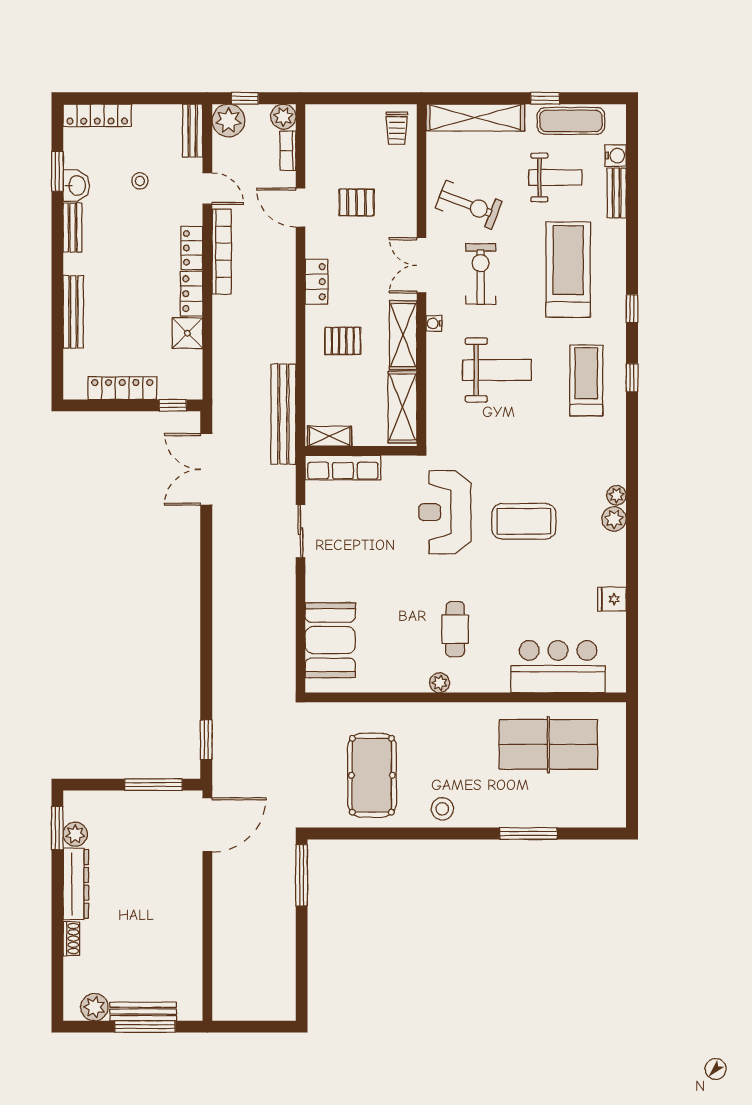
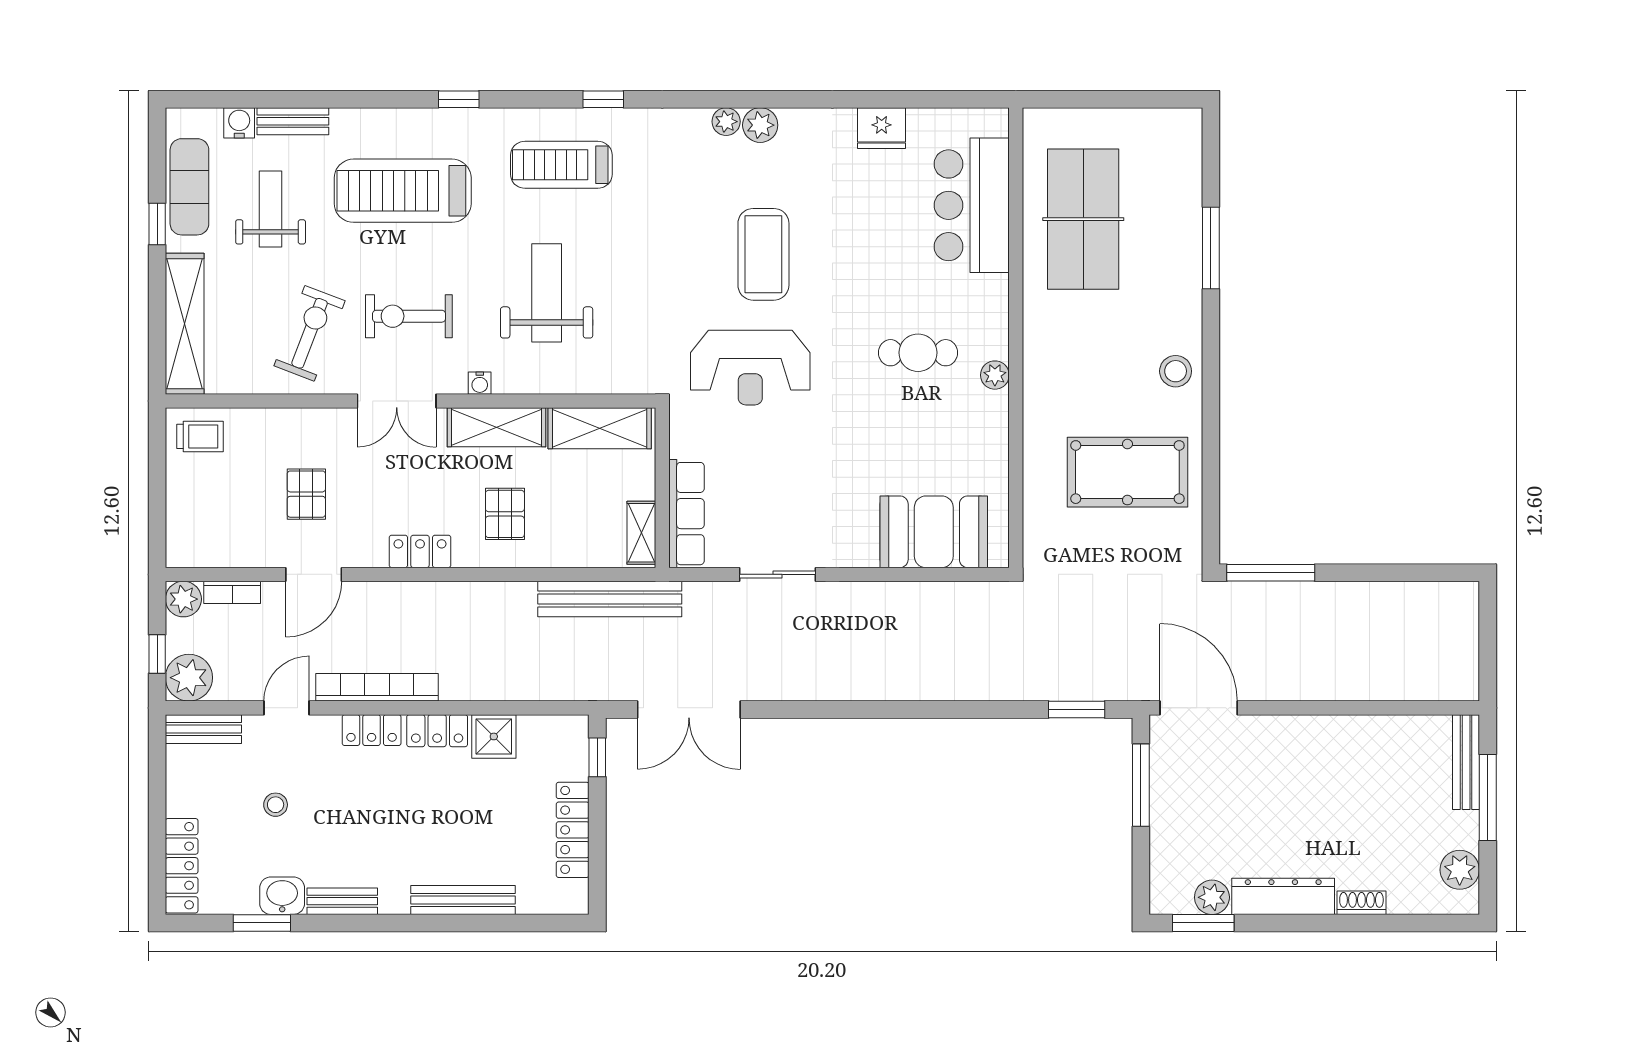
window: (632, 378) -> (603, 99), moved
fridge: (612, 599) -> (882, 128), width x1.38
bench: (143, 1011) -> (1466, 762), moved

